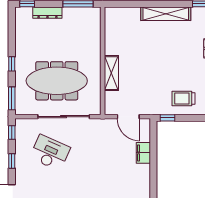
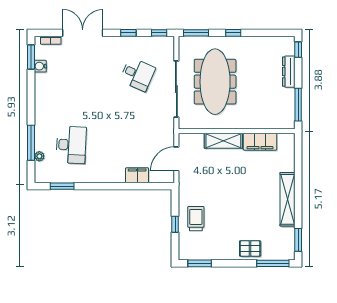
filing cabinet: (112, 39) -> (260, 142), added
window: (167, 118) -> (175, 224), moved
desk: (50, 153) -> (137, 74), width x0.73

